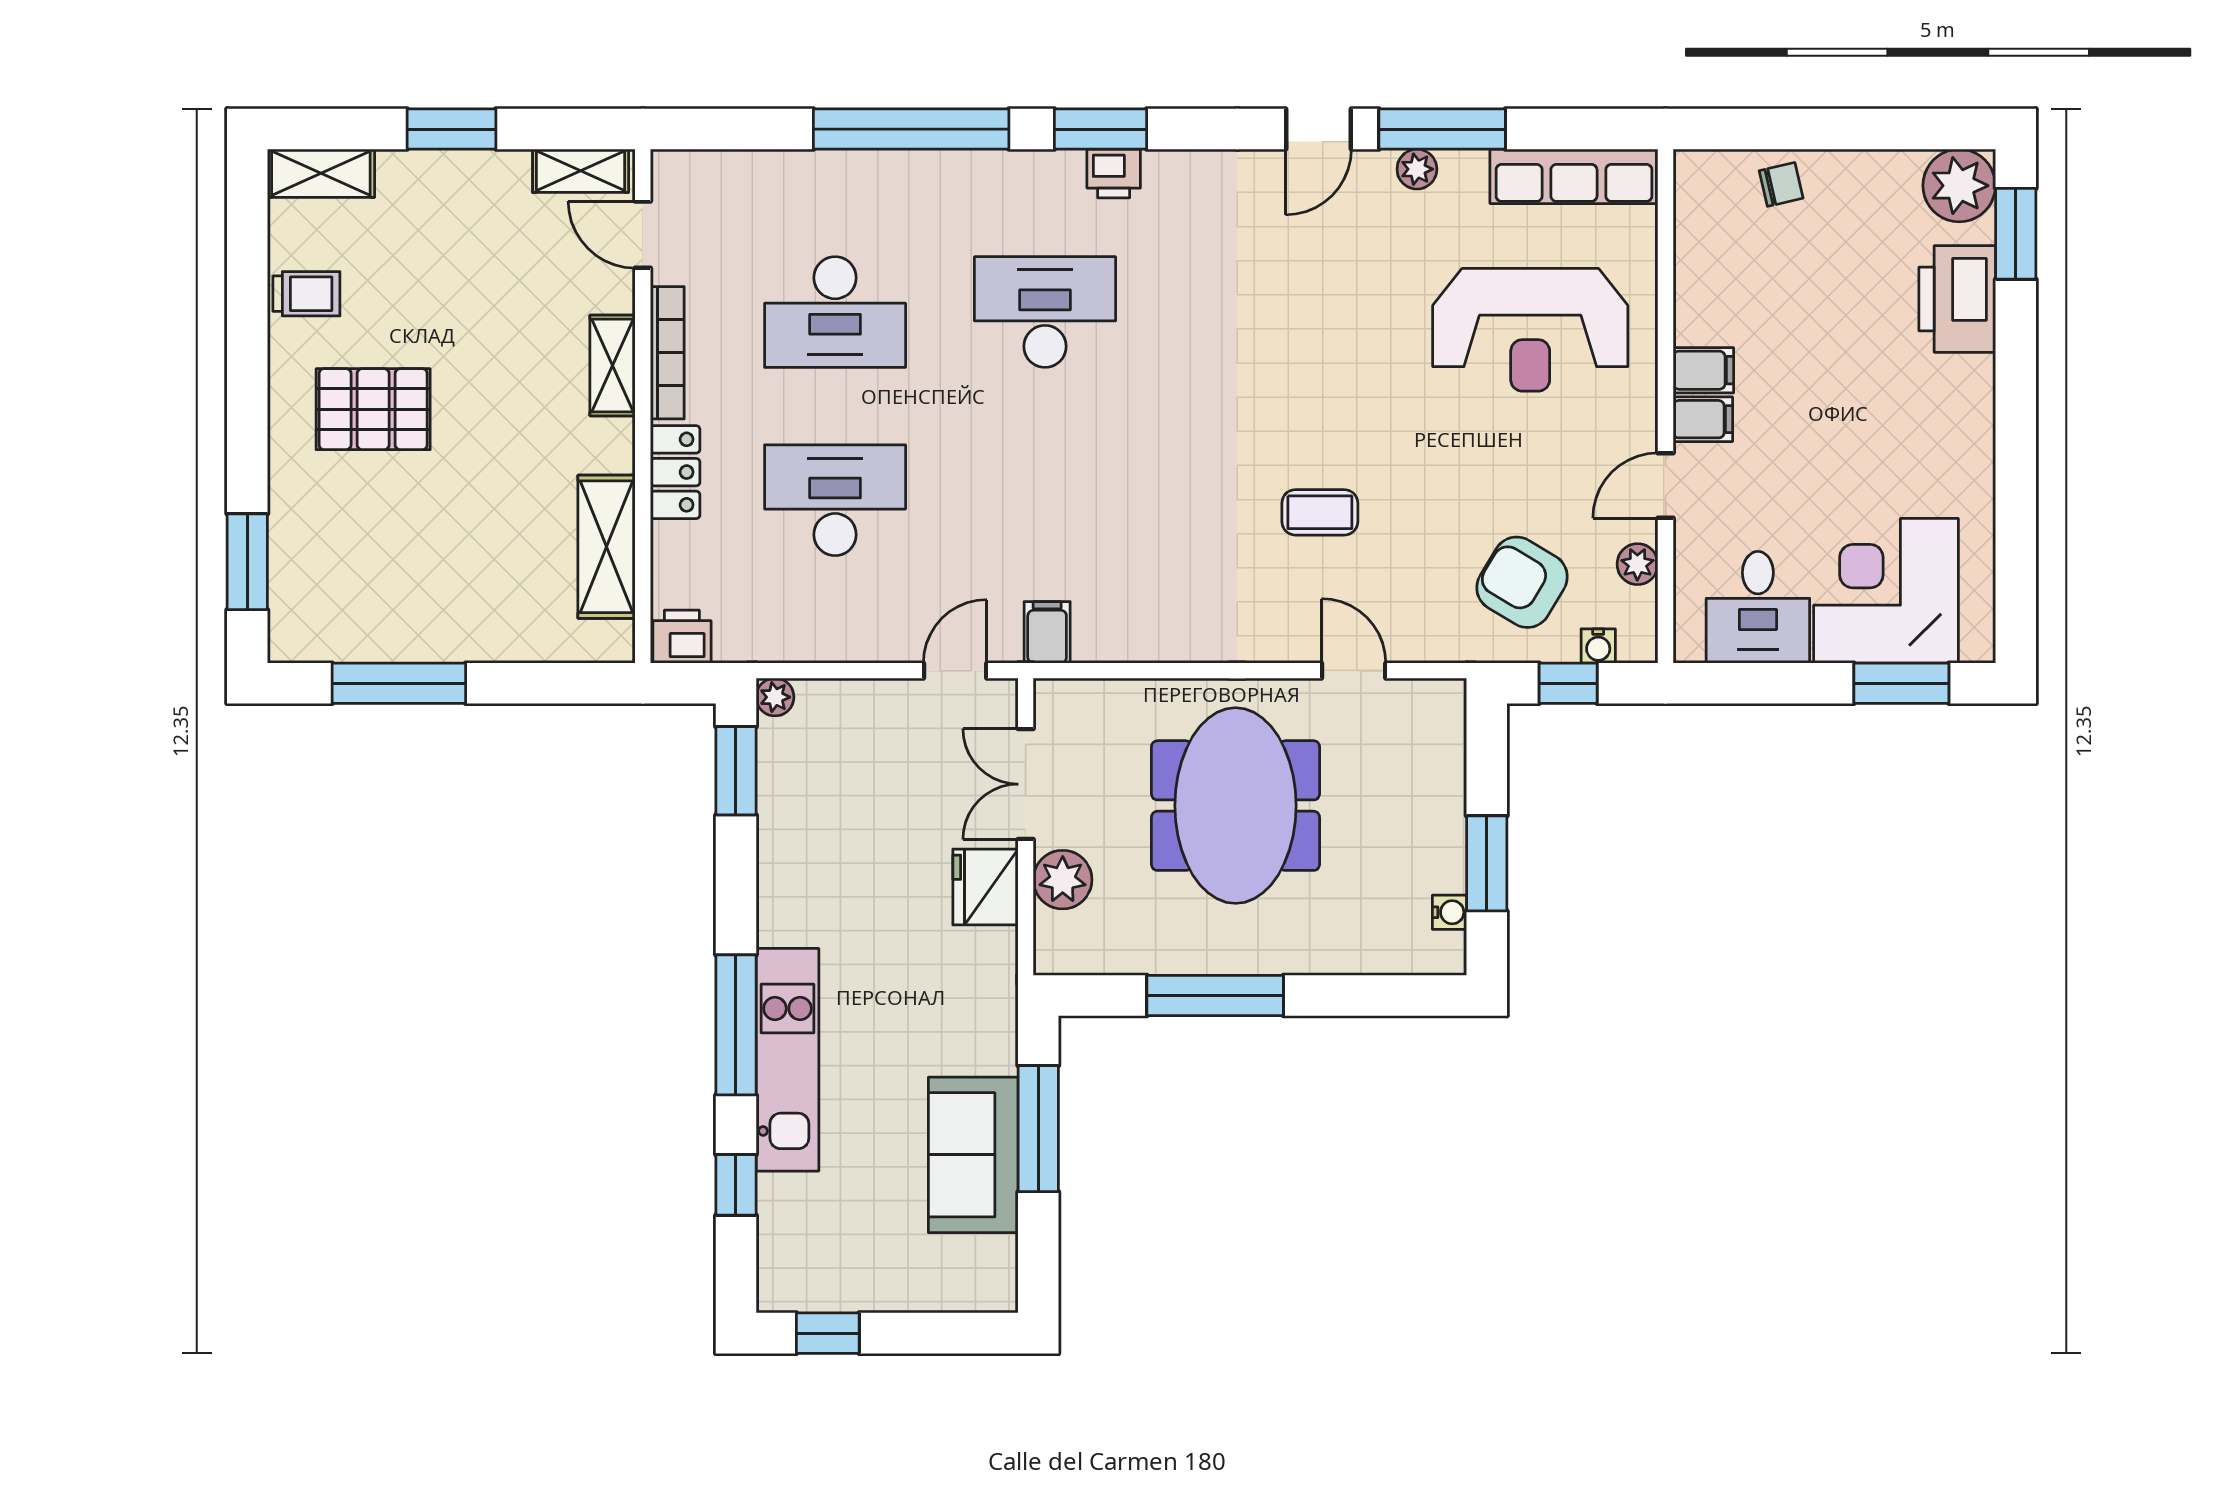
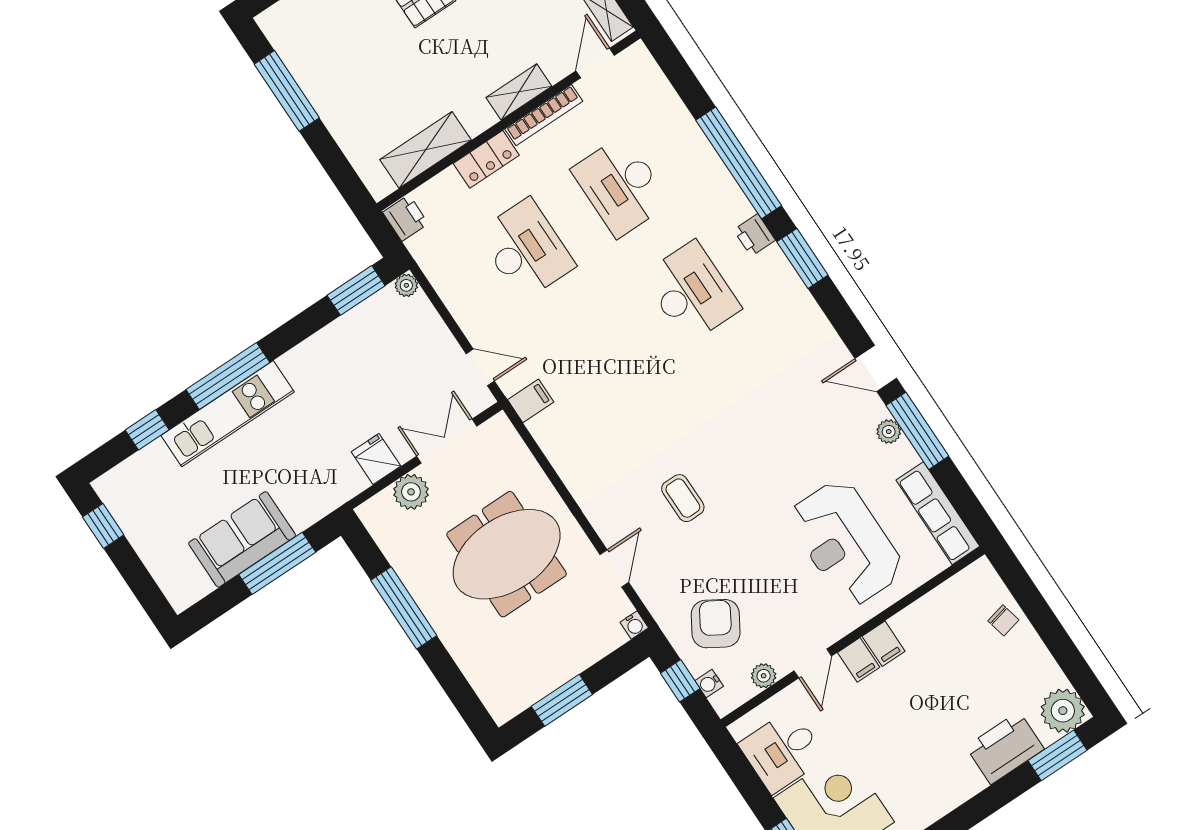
printer: (1114, 173) -> (754, 235), moved
door: (1666, 485) -> (813, 663), swing flipped
fridge: (985, 887) -> (376, 459), width x0.72
water cooler: (1449, 912) -> (634, 625), moved

